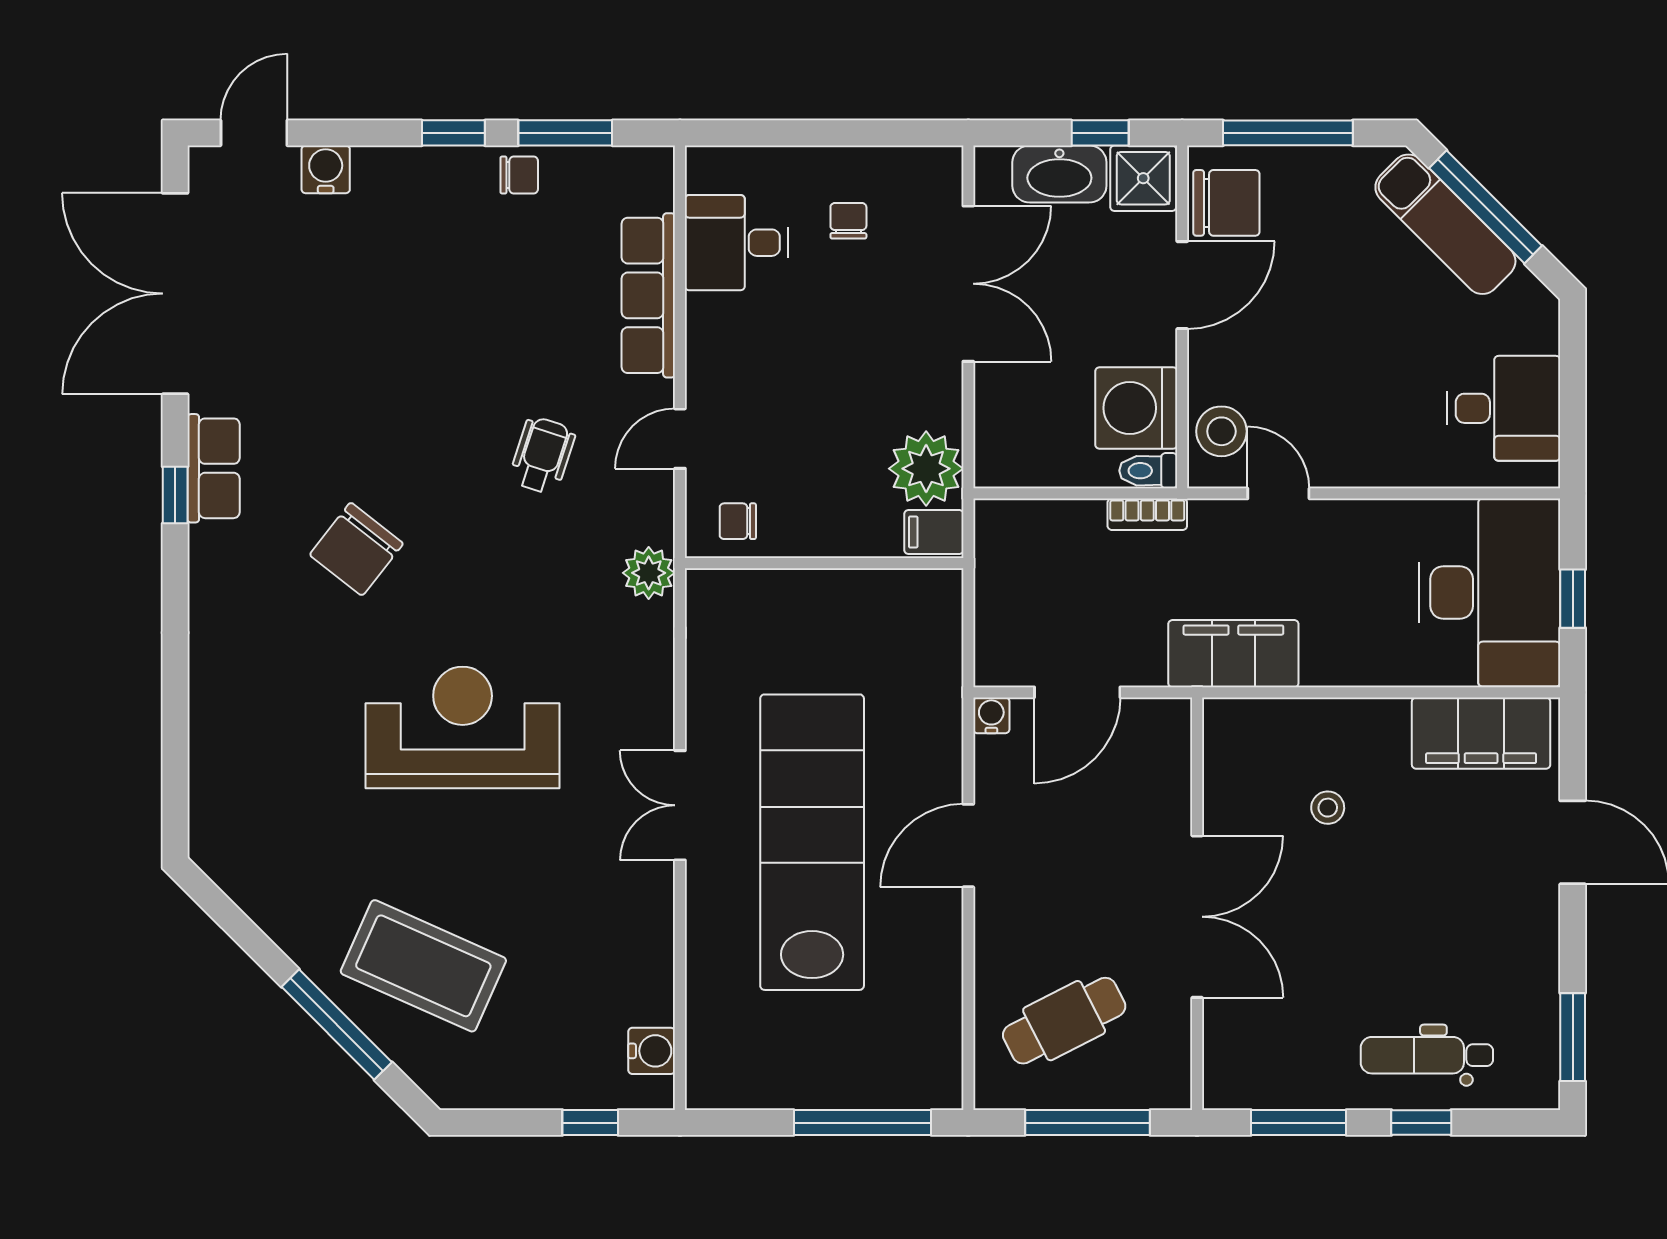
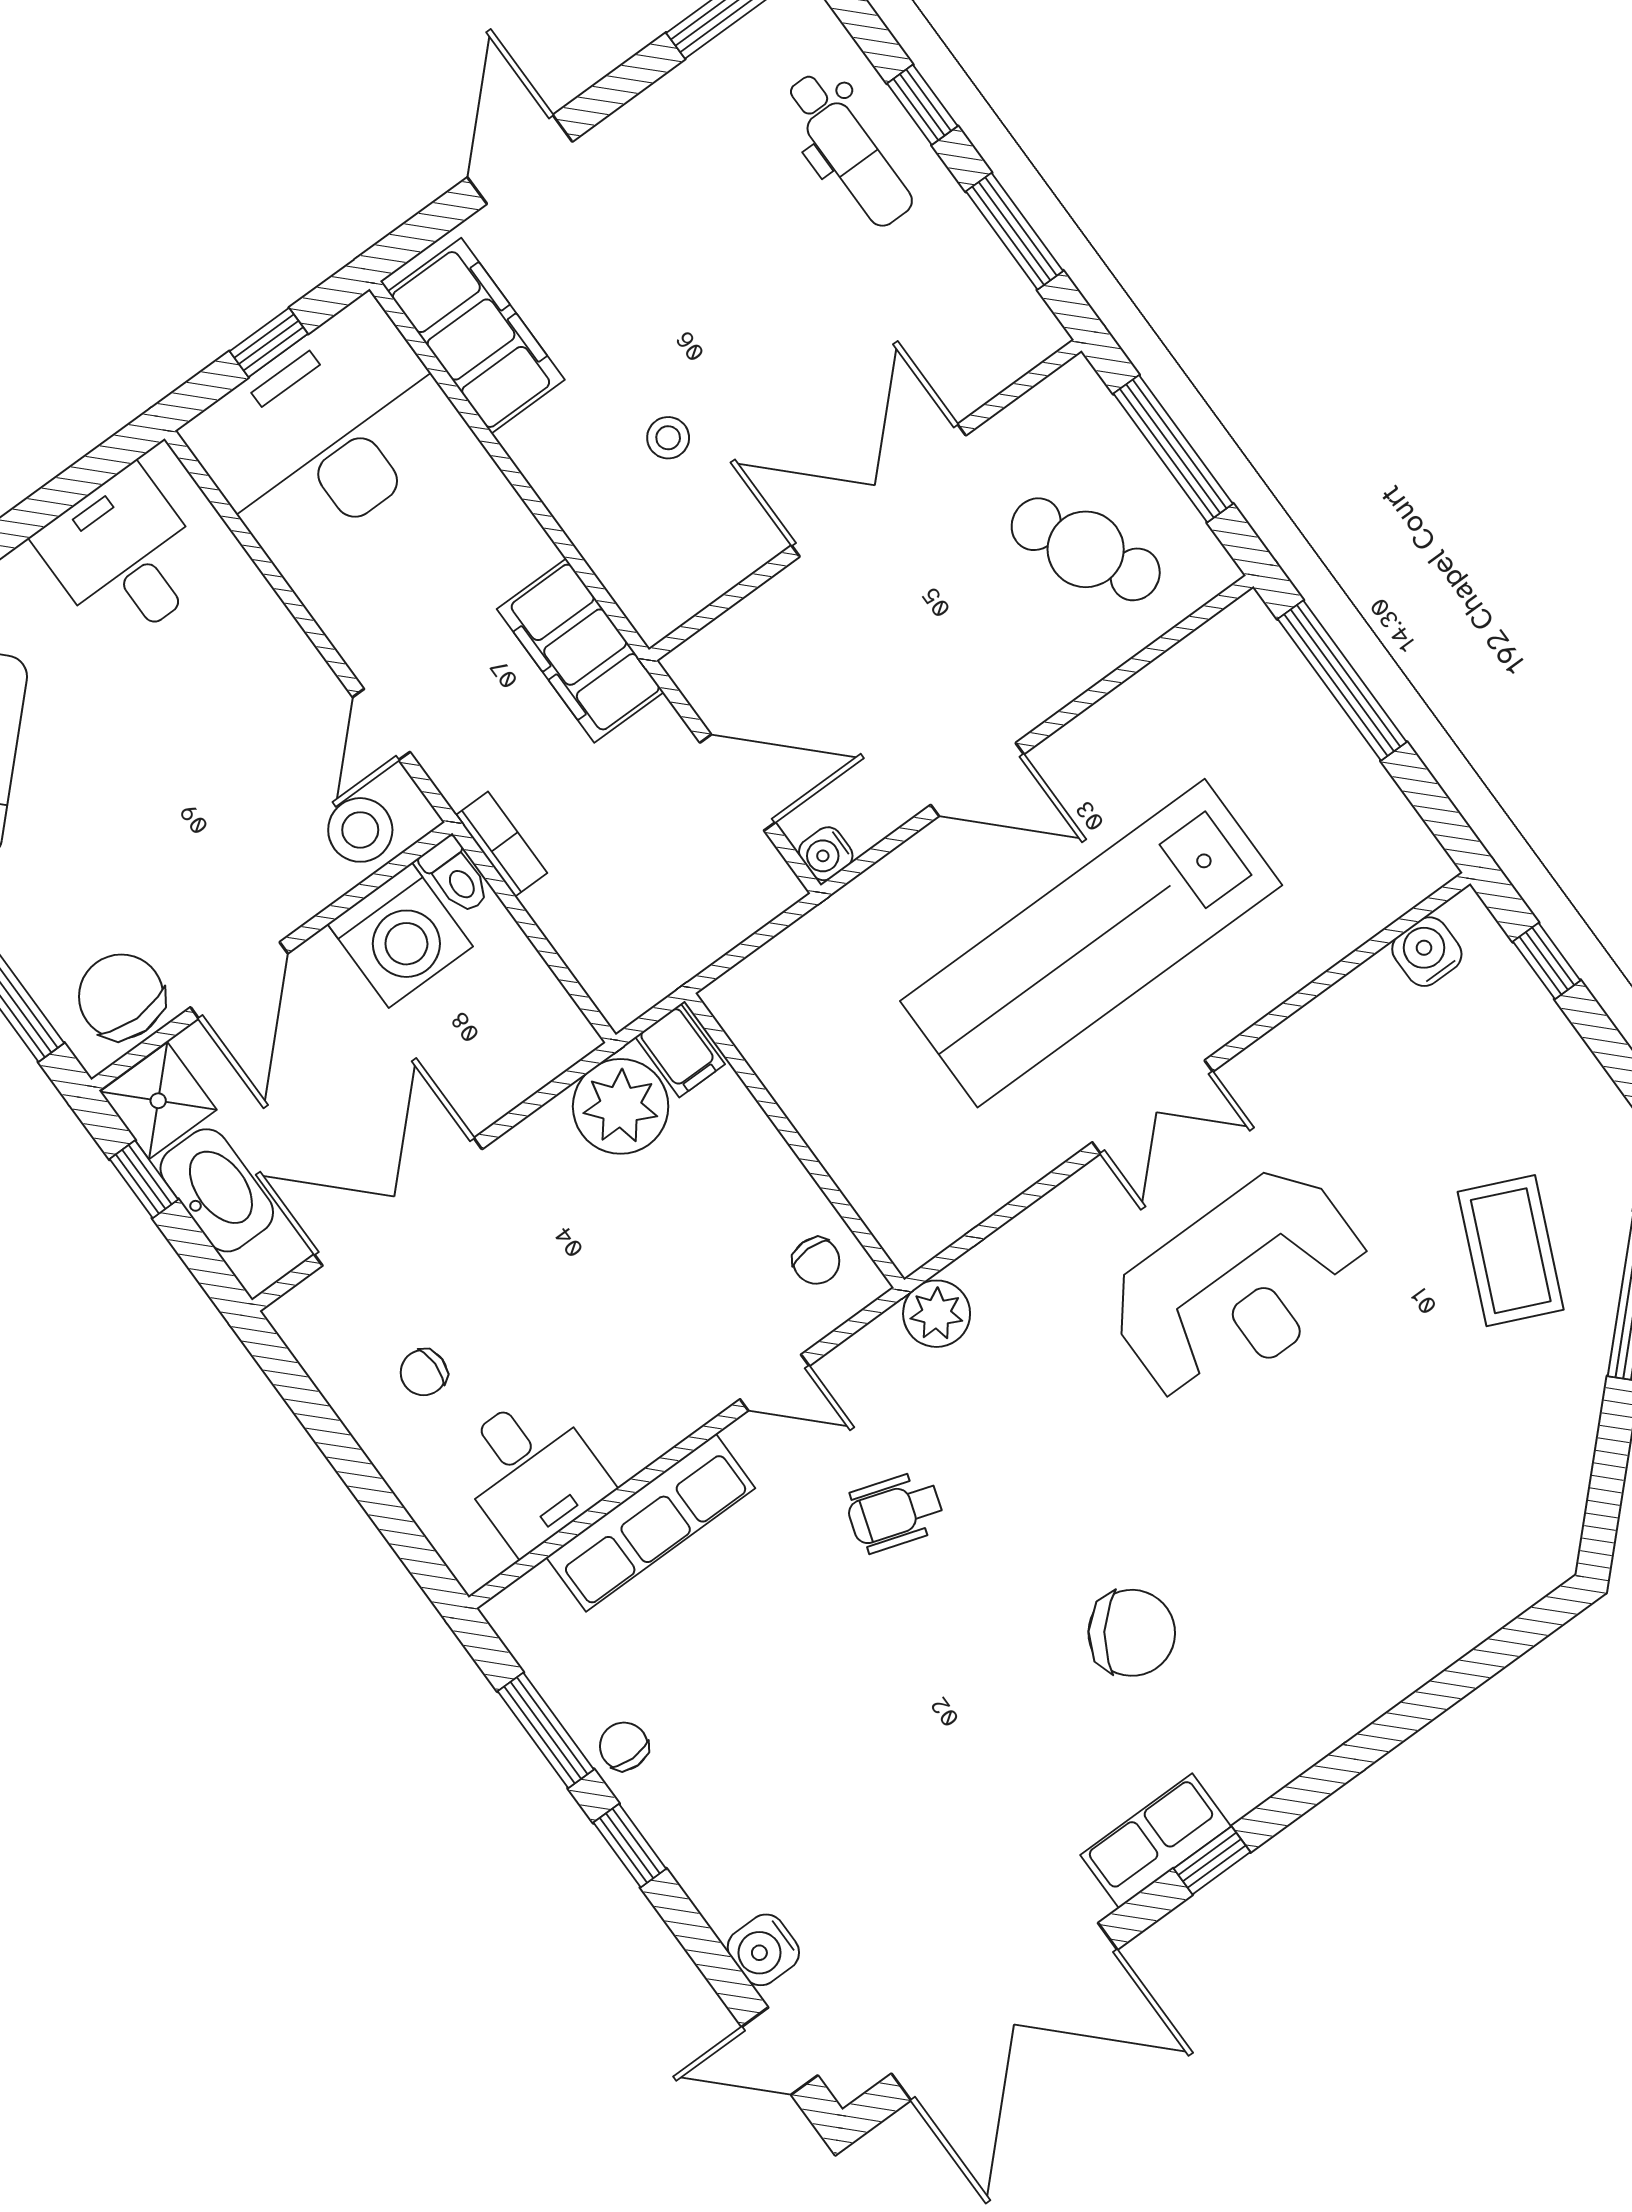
door: (1182, 285) -> (239, 980), swing flipped
reception desk: (463, 727) -> (1240, 1286), moved, turned -90
coffee table: (423, 966) -> (1511, 1251), width x0.73, depth x0.76

